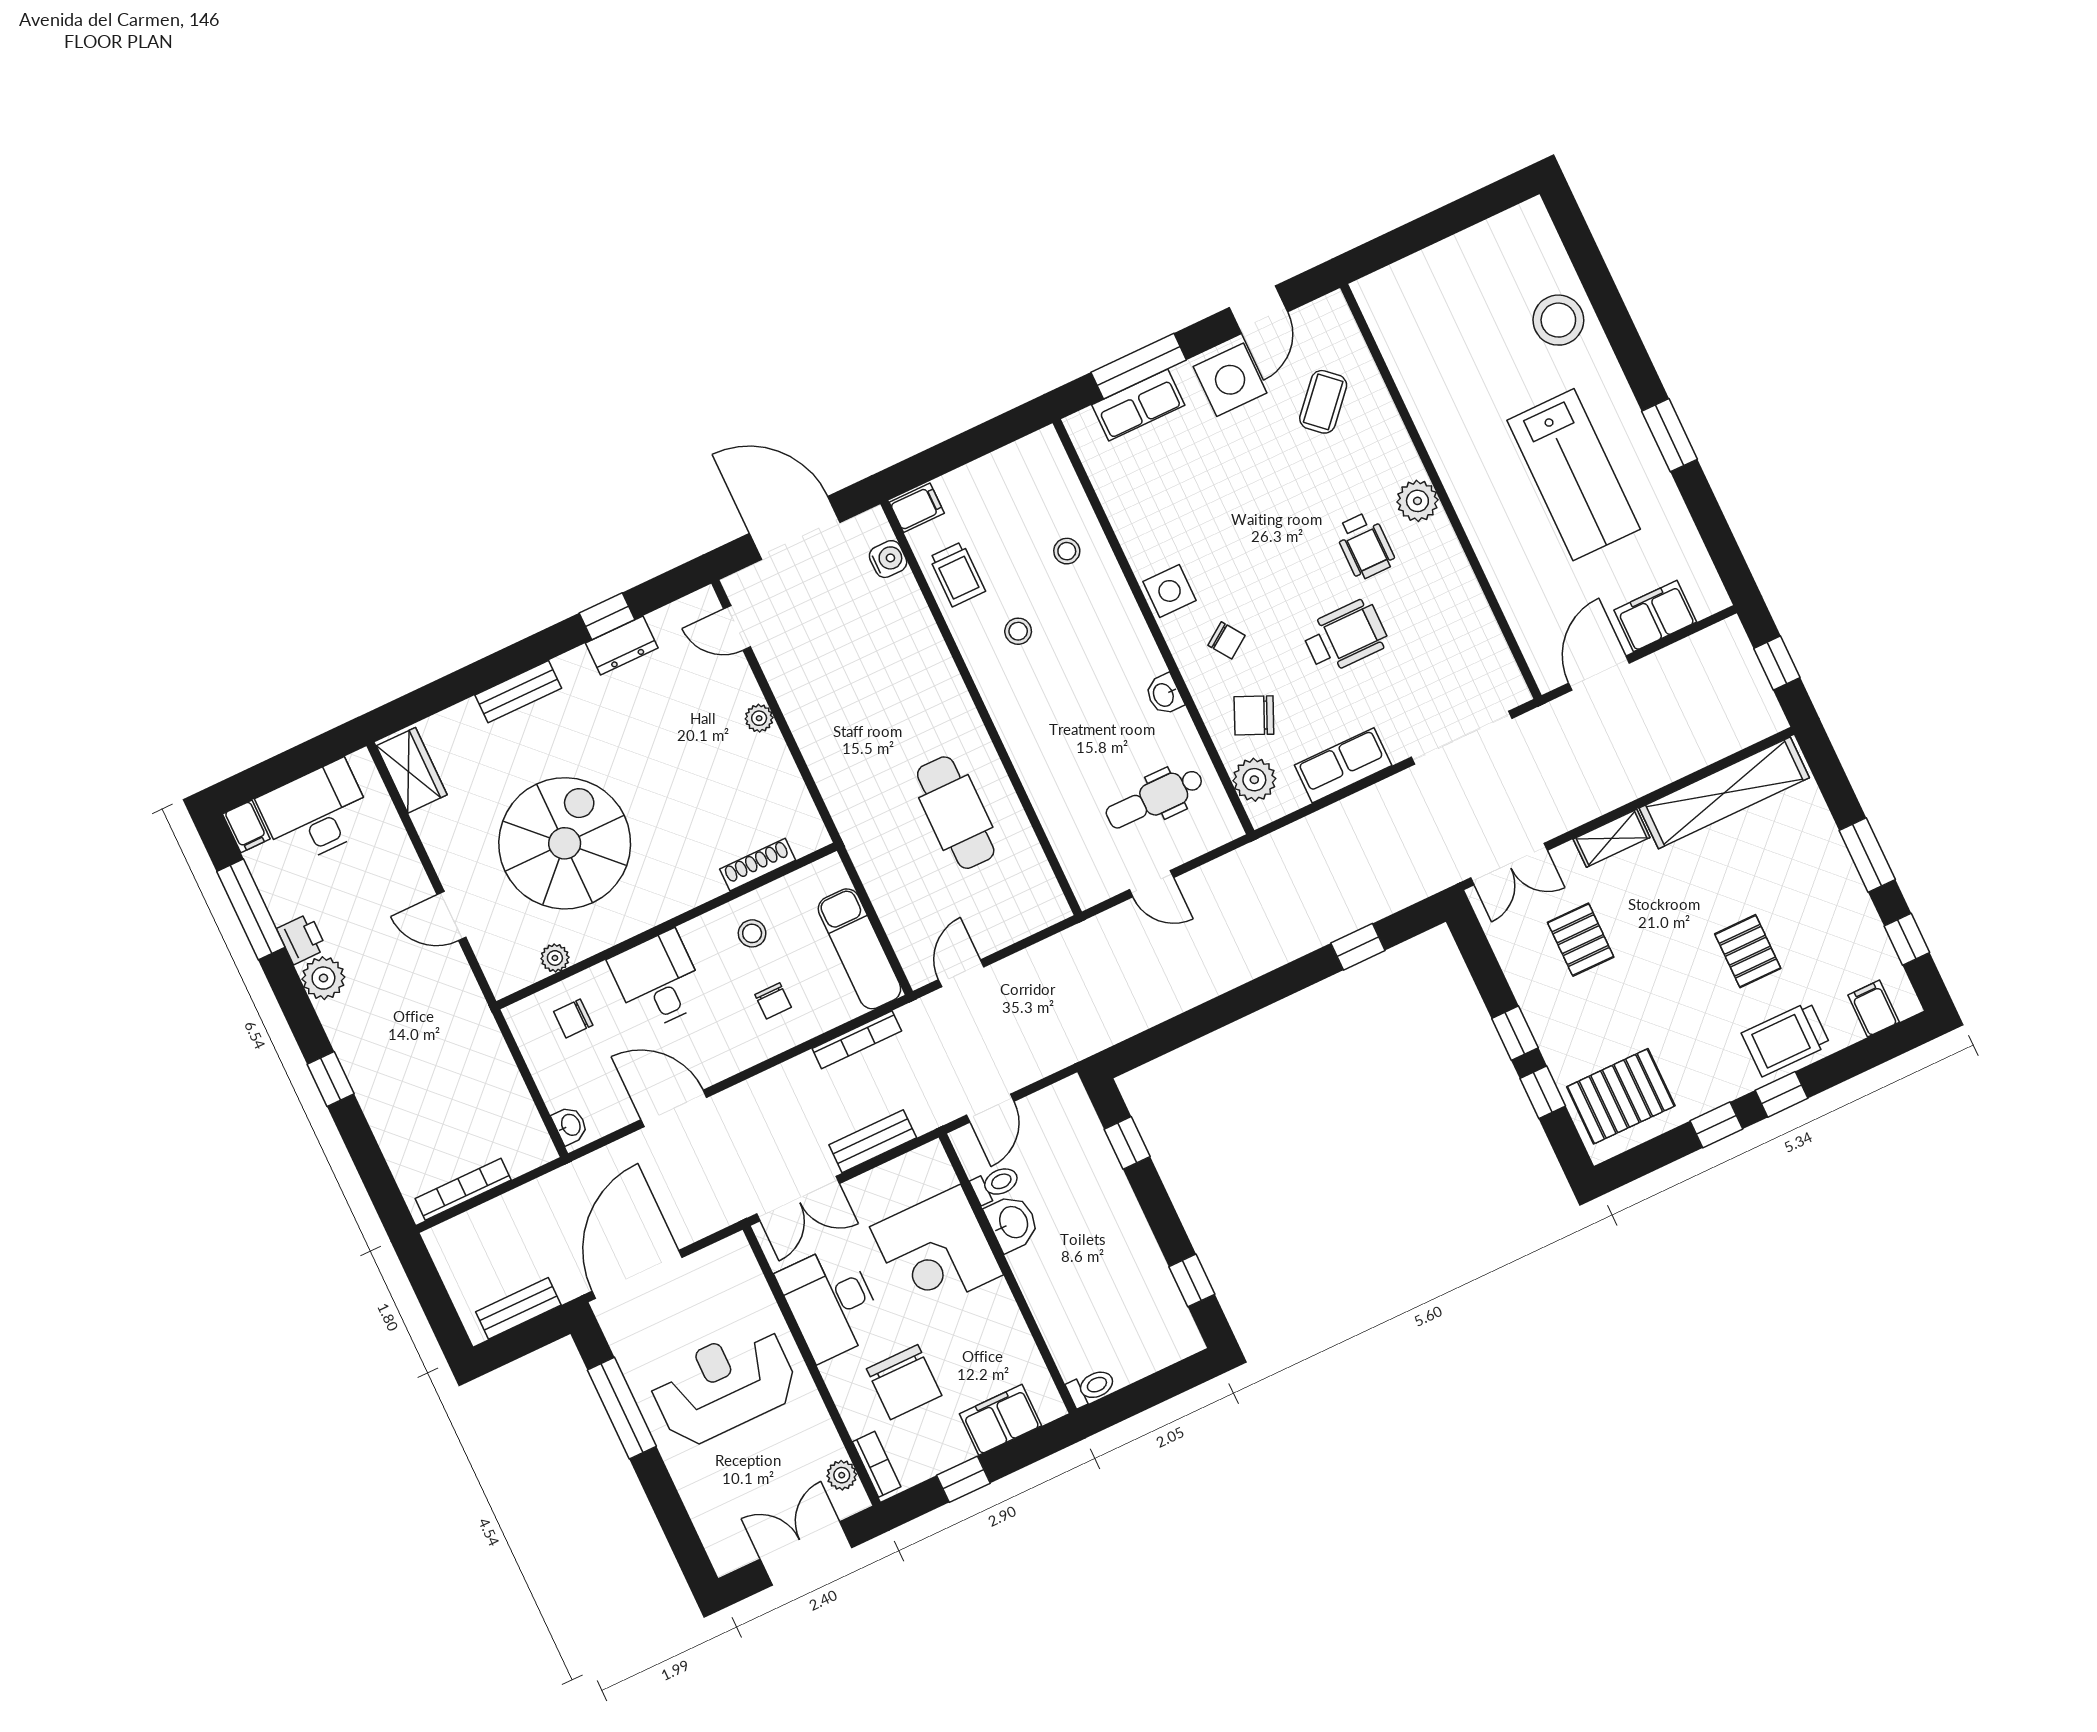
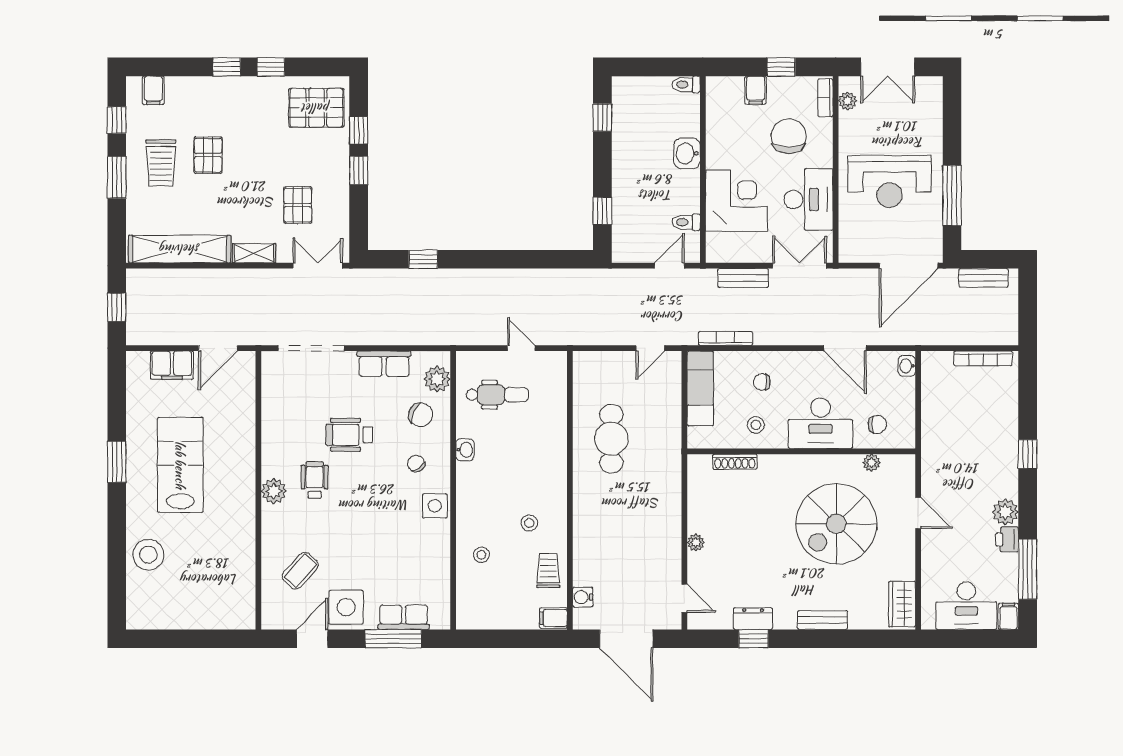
desk: (658, 981) -> (820, 423), width x1.37
chair: (773, 1001) -> (762, 382), turned -90
trolley: (1786, 1039) -> (161, 163), moved, turned 90
washbasin: (1012, 1223) -> (687, 153), moved
filing cabinet: (1000, 1420) -> (756, 90), width x0.50

